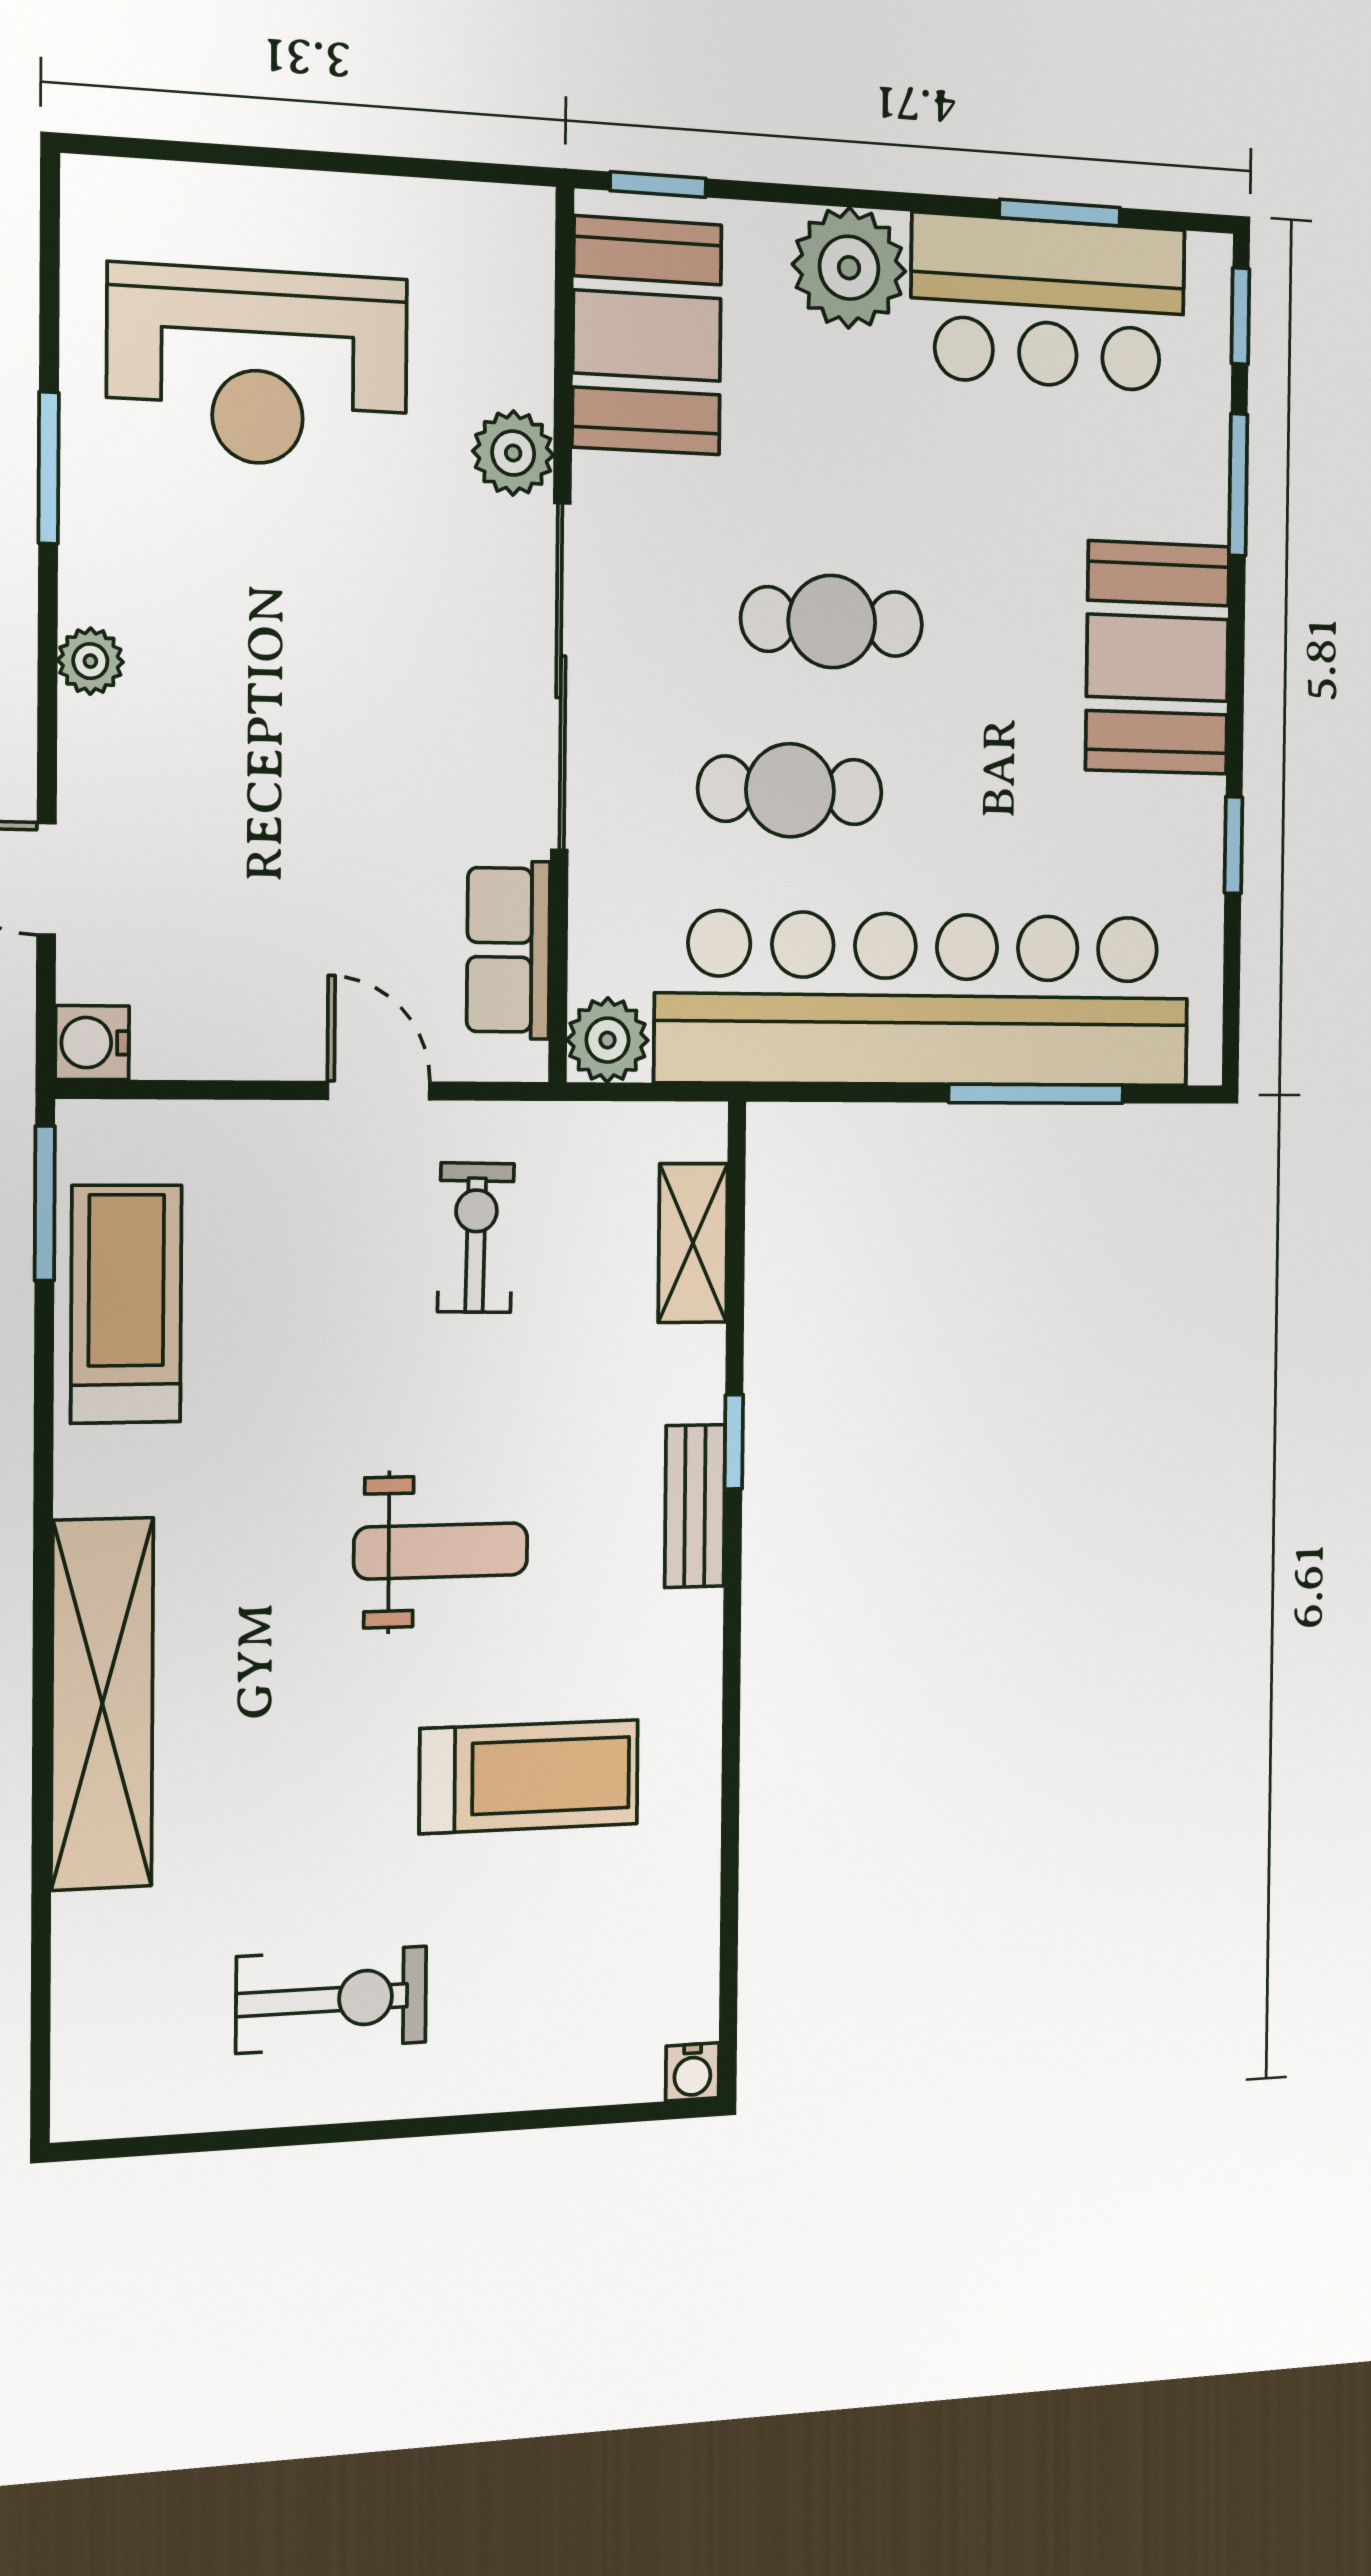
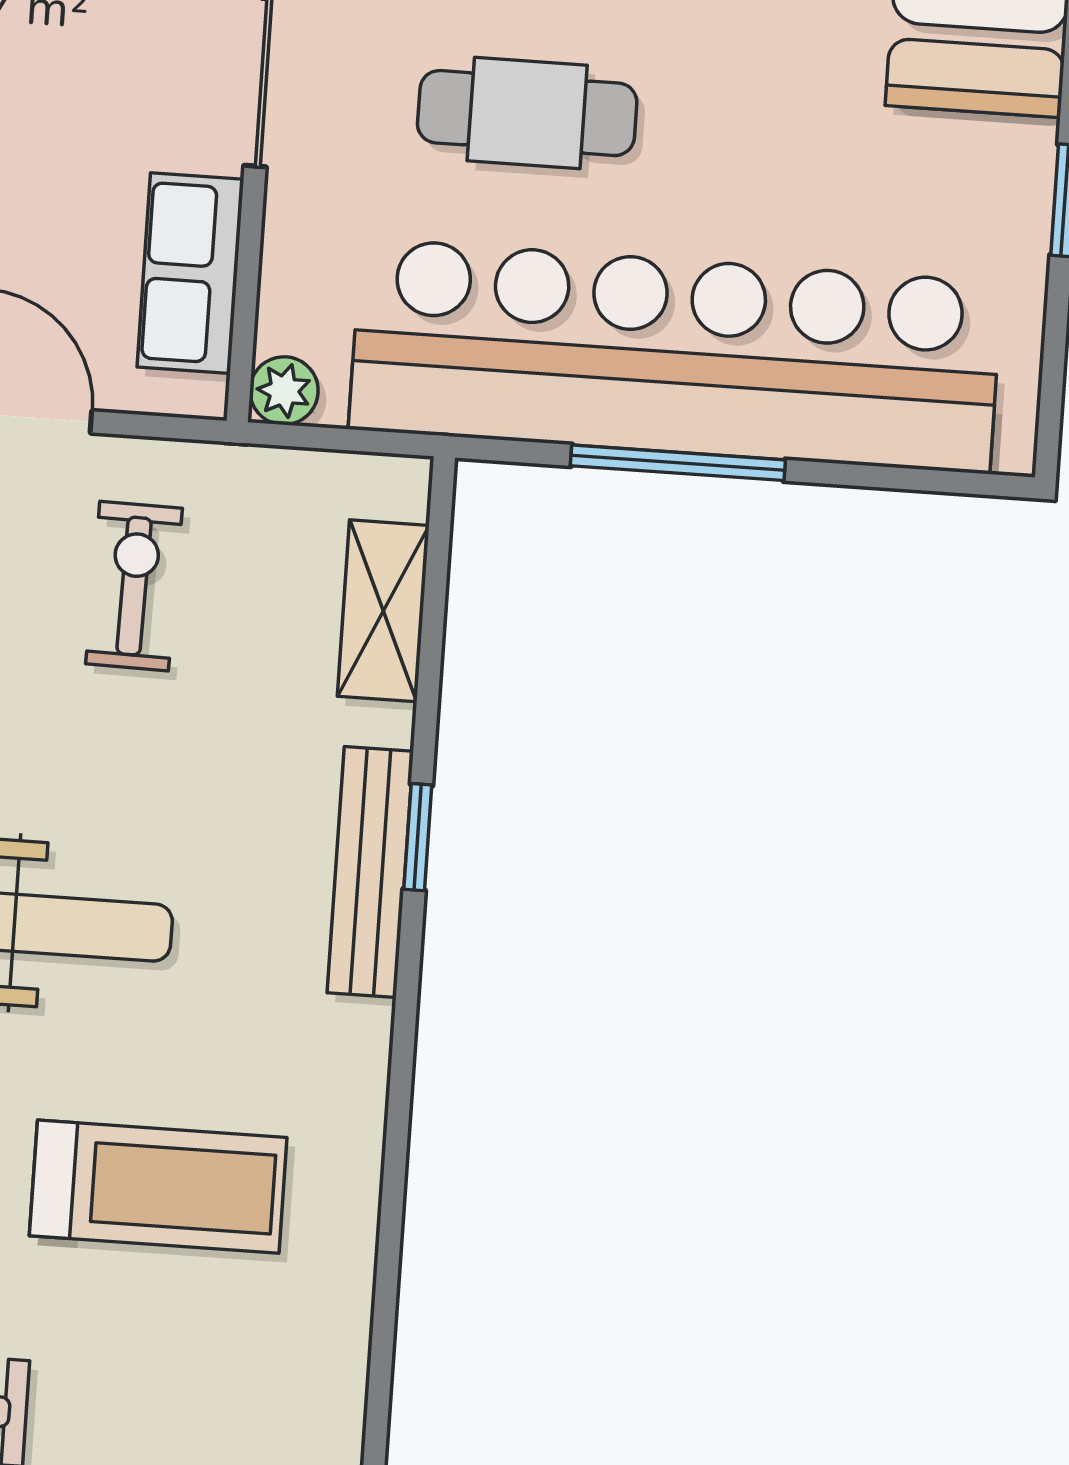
plant: (608, 1040) -> (284, 391), width x0.73, depth x0.73
window: (1036, 1094) -> (678, 463), moved
bench: (695, 1506) -> (370, 872), width x1.36

